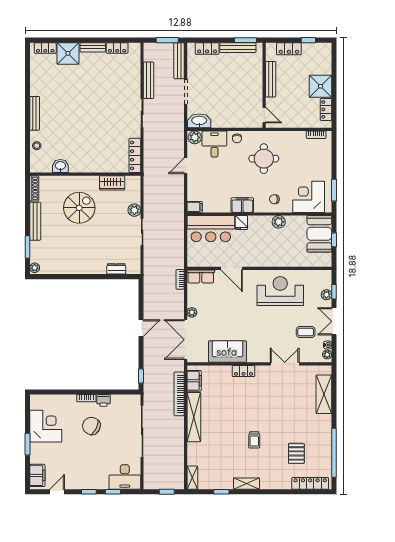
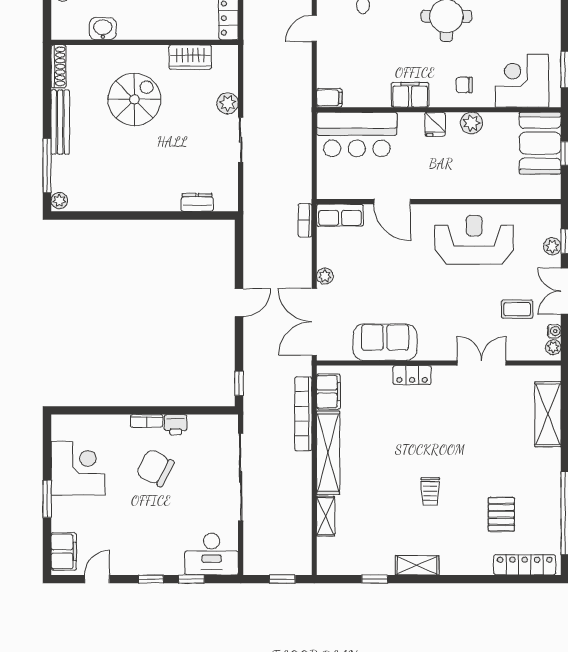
fridge: (241, 223) -> (435, 124), moved
window: (27, 247) -> (47, 166), width x1.44
shelving: (192, 478) -> (326, 516), moved

